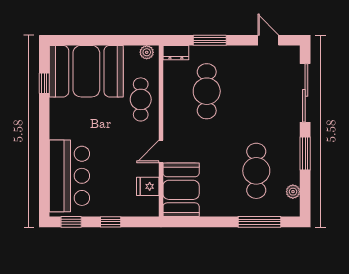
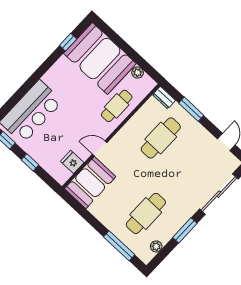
plant: (147, 52) -> (138, 73), moved

